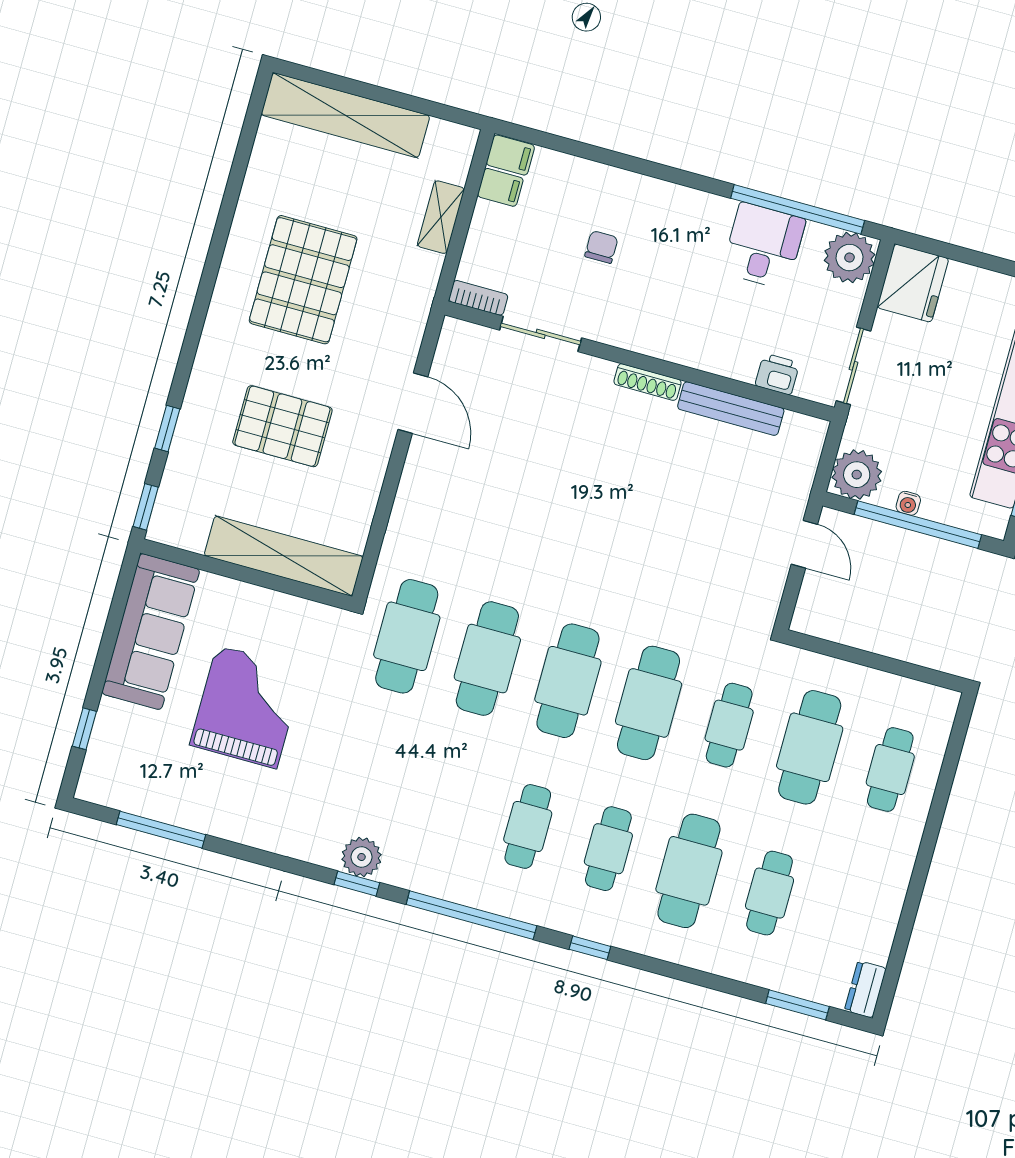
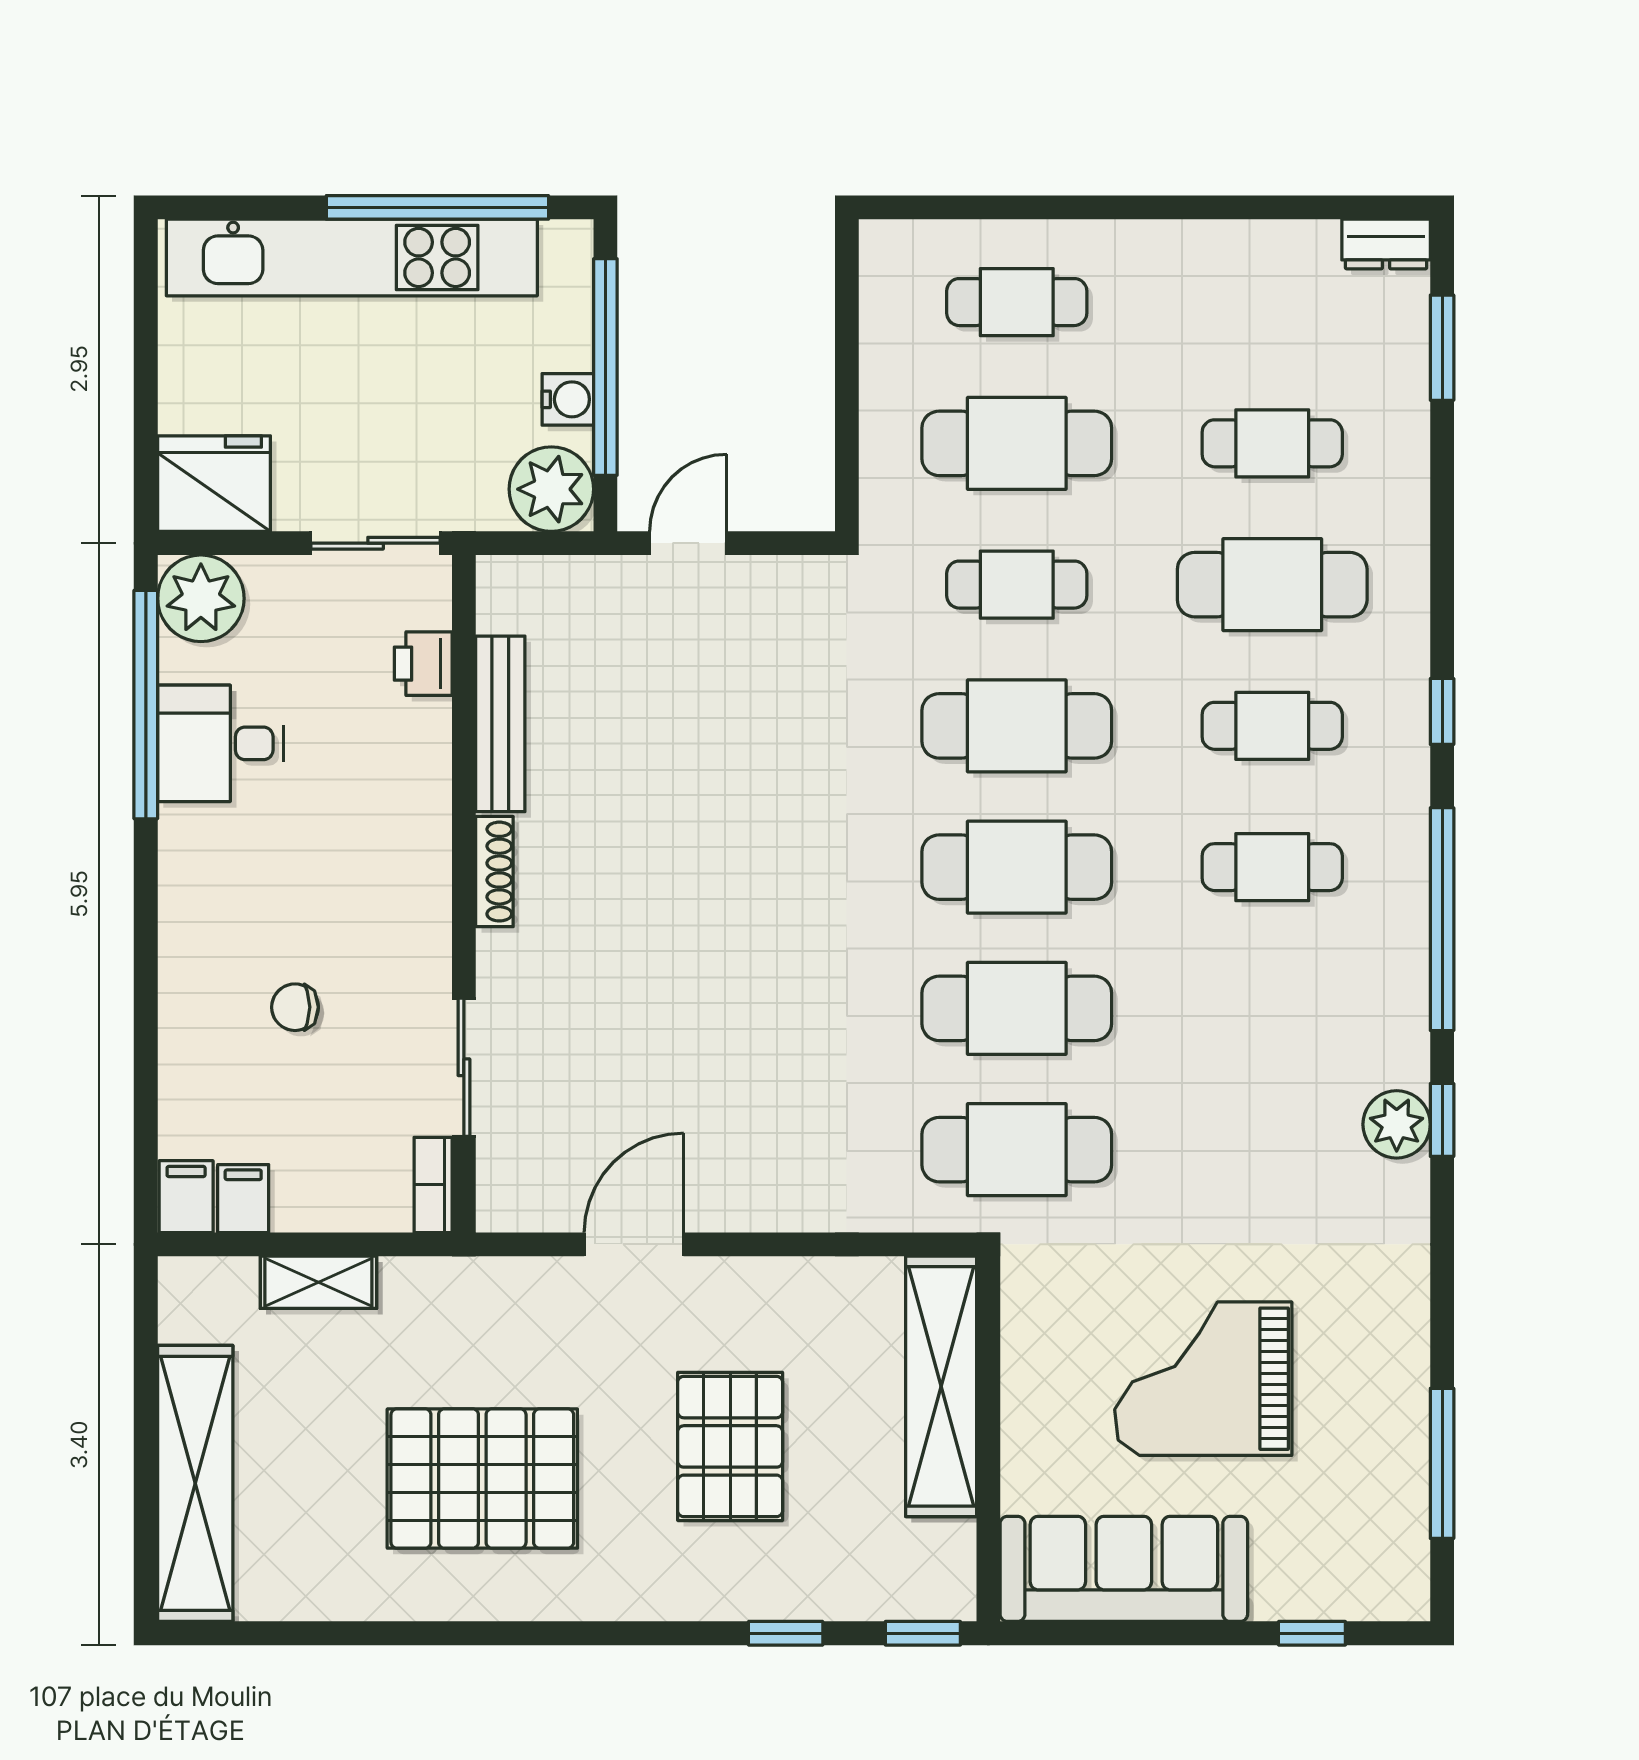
water cooler: (908, 503) -> (568, 399), width x1.38, depth x1.38

